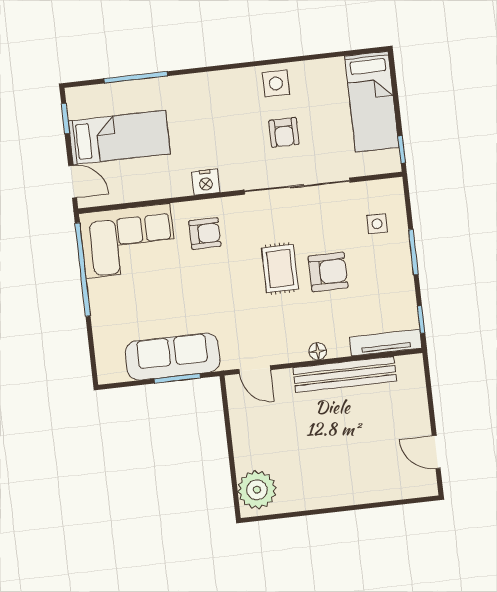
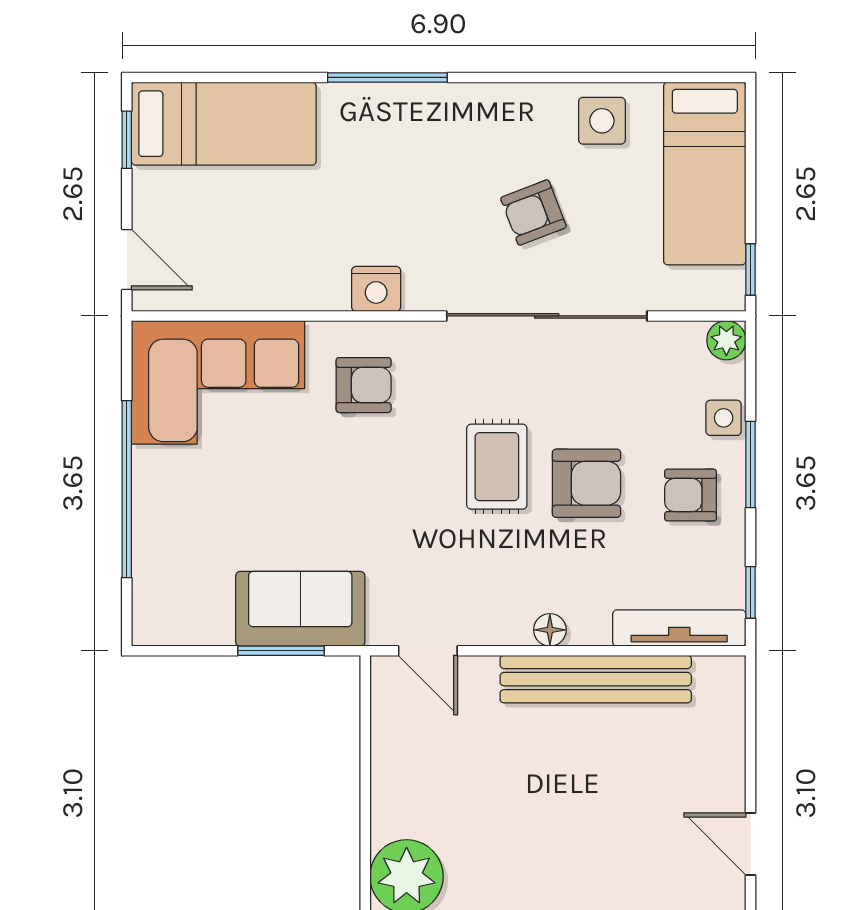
window: (136, 77) -> (387, 77), moved
side table: (276, 83) -> (602, 121), moved
armchair: (284, 132) -> (533, 212), turned 69
bed: (119, 137) -> (224, 124), moved
plant: (393, 188) -> (726, 340), added
side table: (377, 224) -> (724, 418), moved
window: (83, 270) -> (127, 489), moved
armchair: (384, 272) -> (691, 495), added
sofa: (173, 357) -> (300, 609), width x0.73

